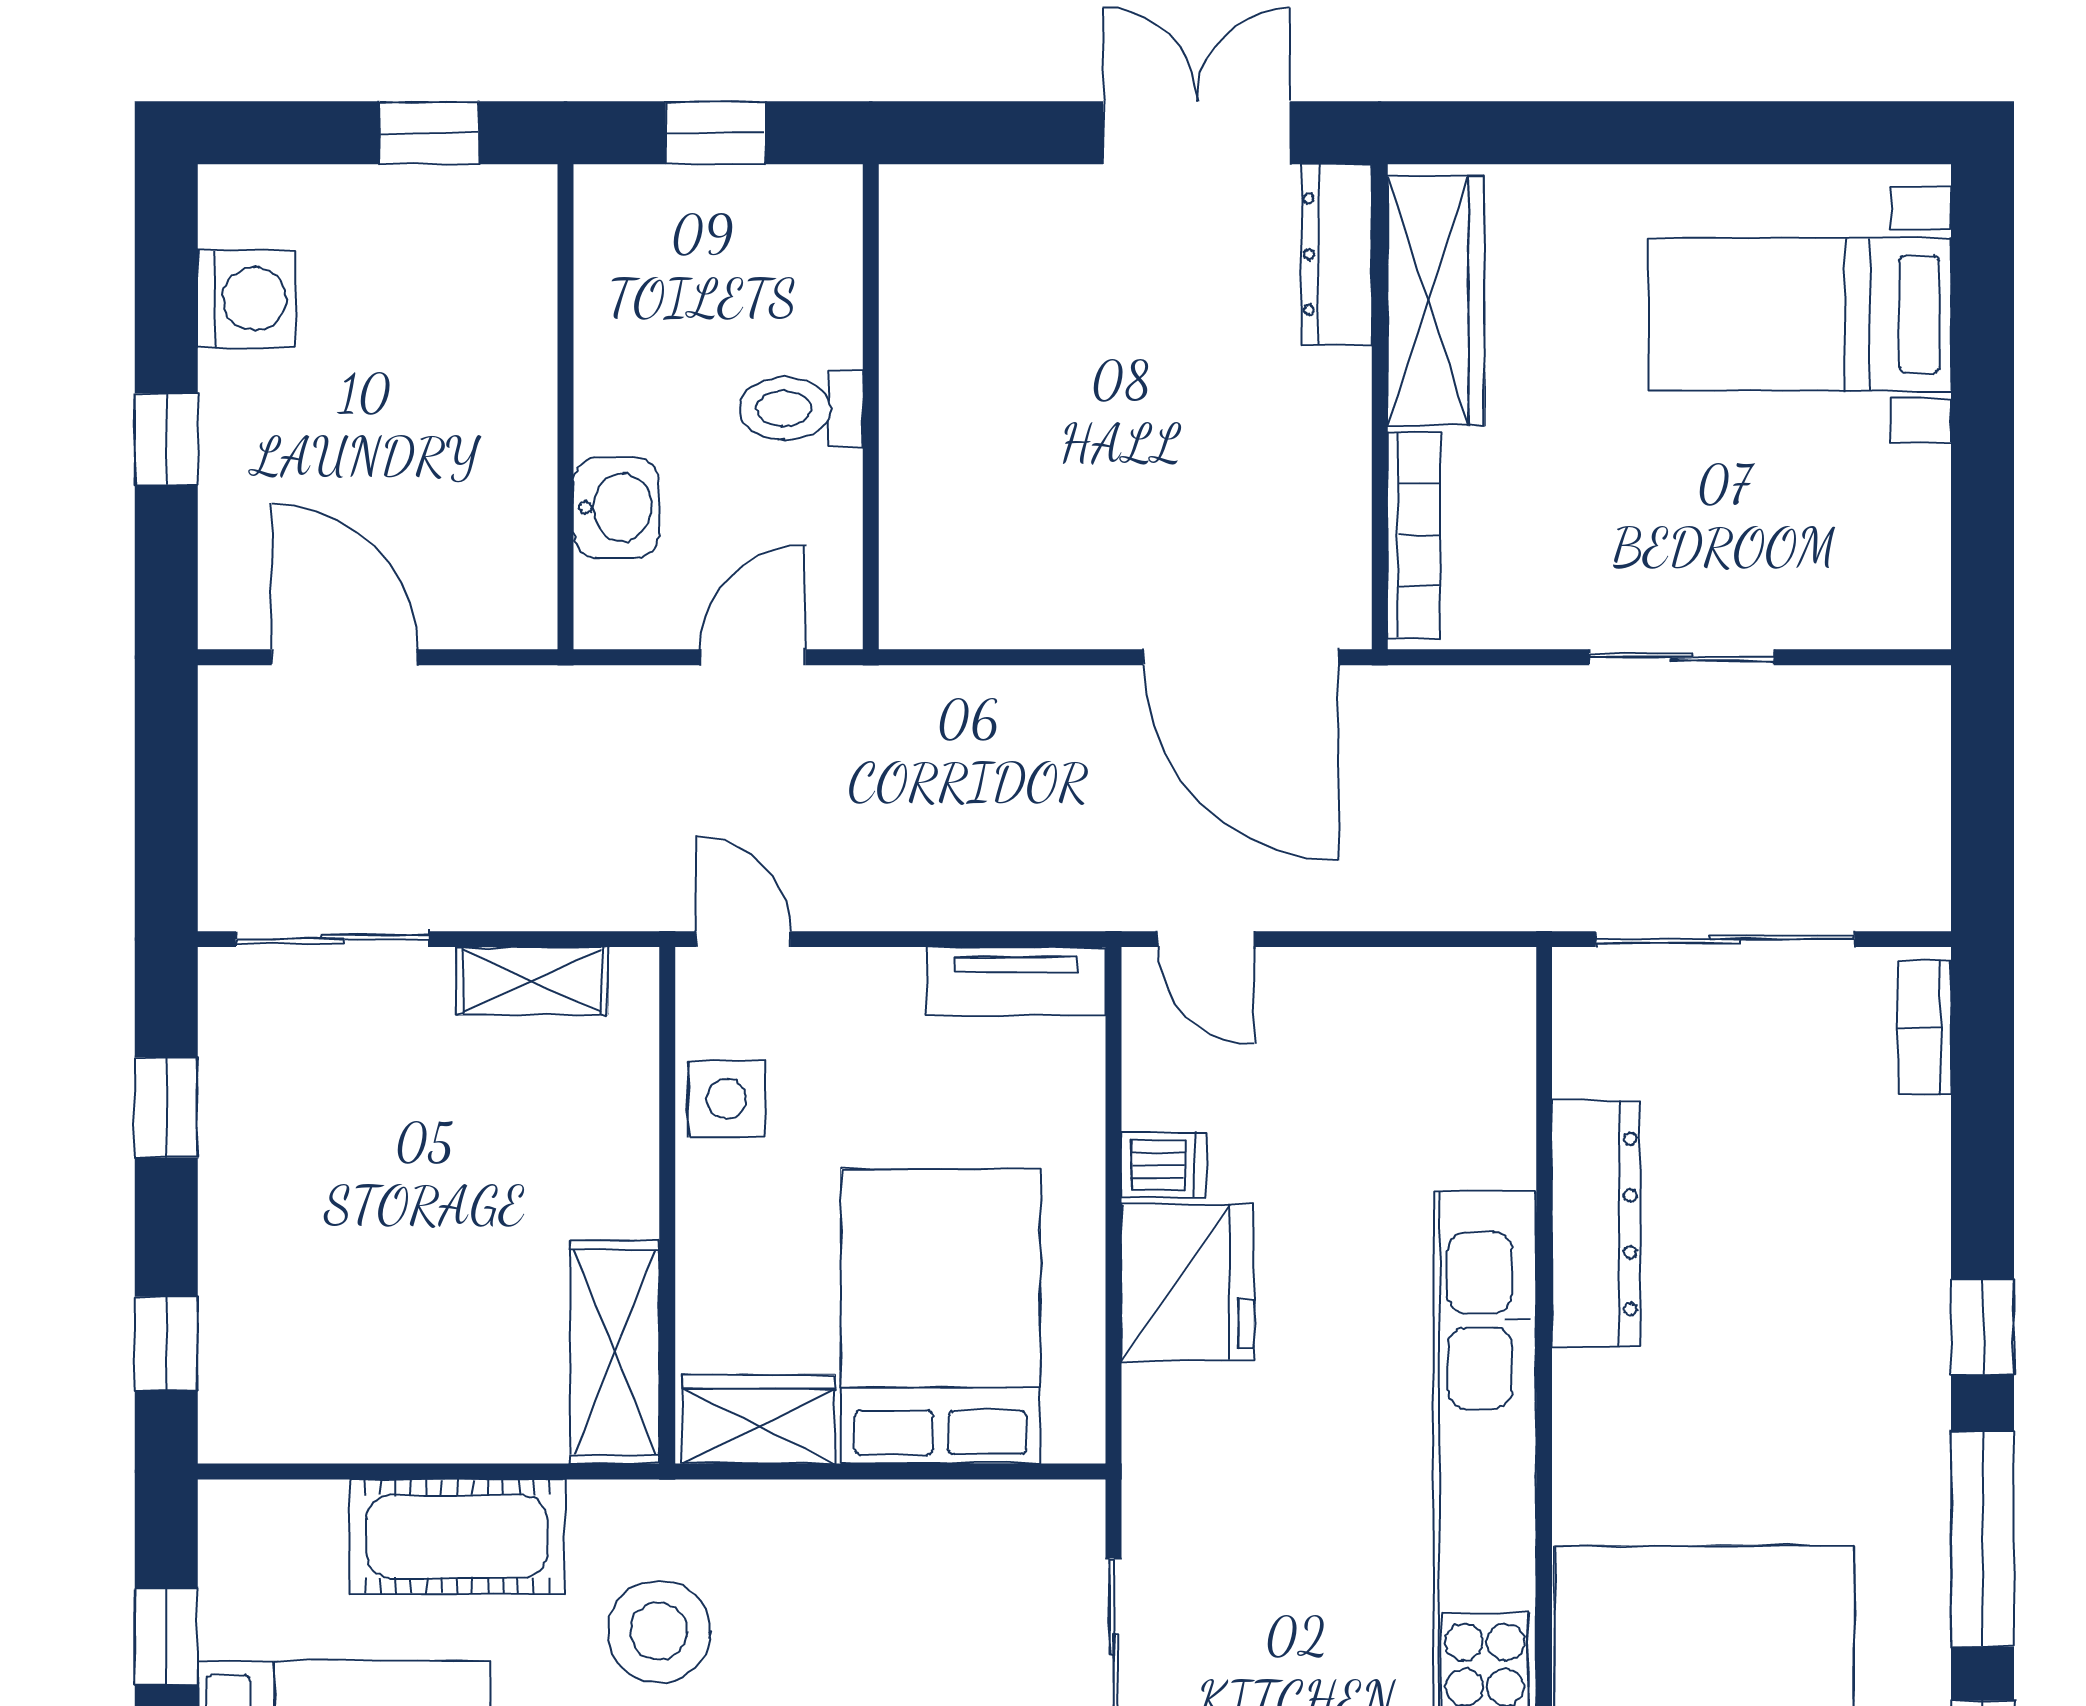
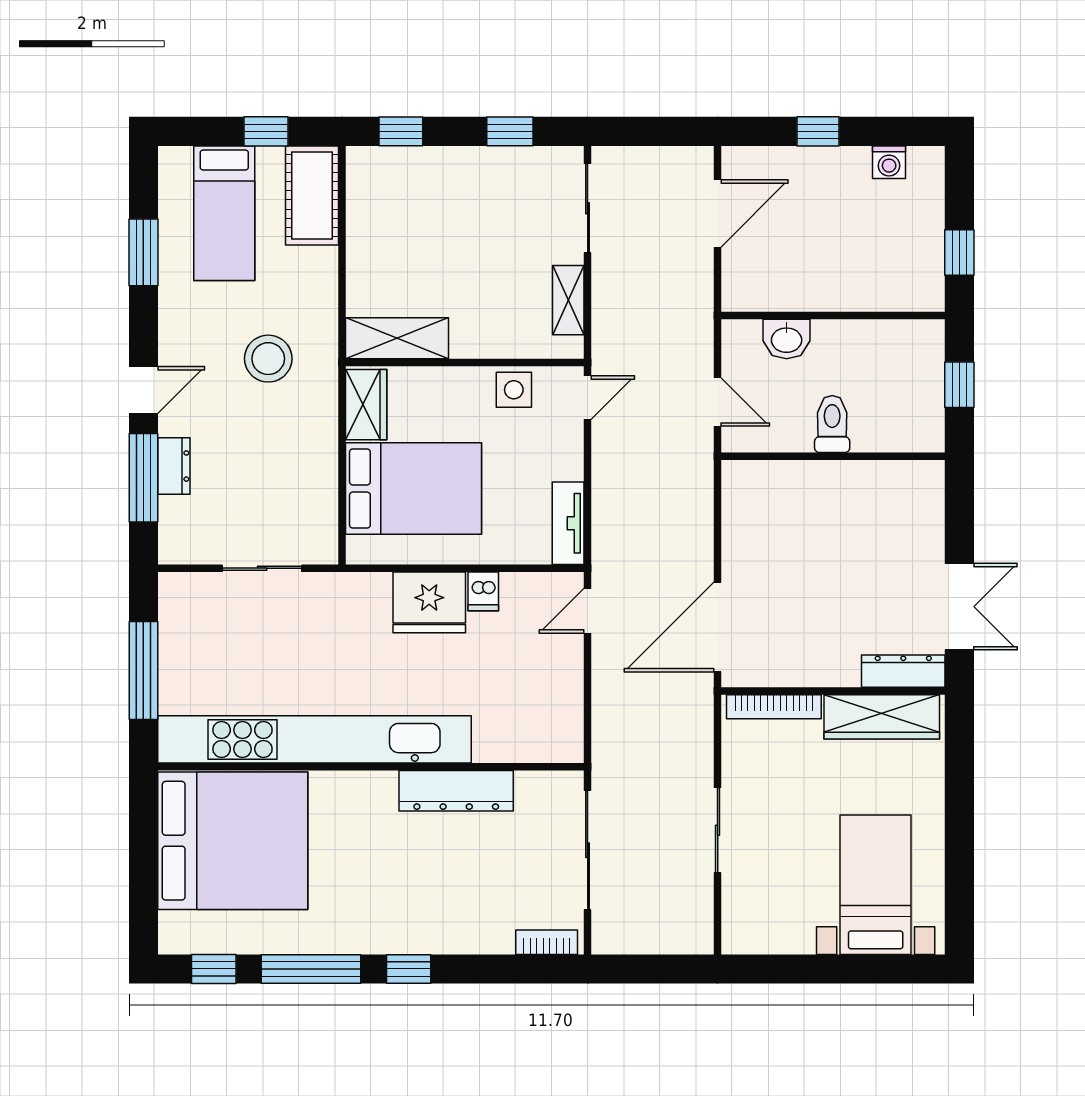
washing machine: (247, 299) -> (889, 162), width x0.73, depth x0.73
cot: (457, 1537) -> (312, 195), moved

